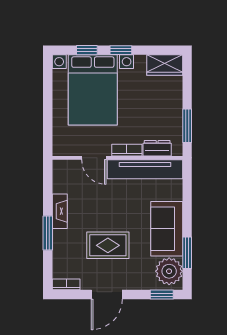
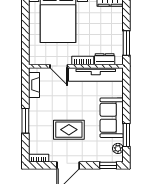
fireplace: (60, 211) -> (34, 85), moved
plant: (169, 271) -> (118, 148), width x0.53, depth x0.53

